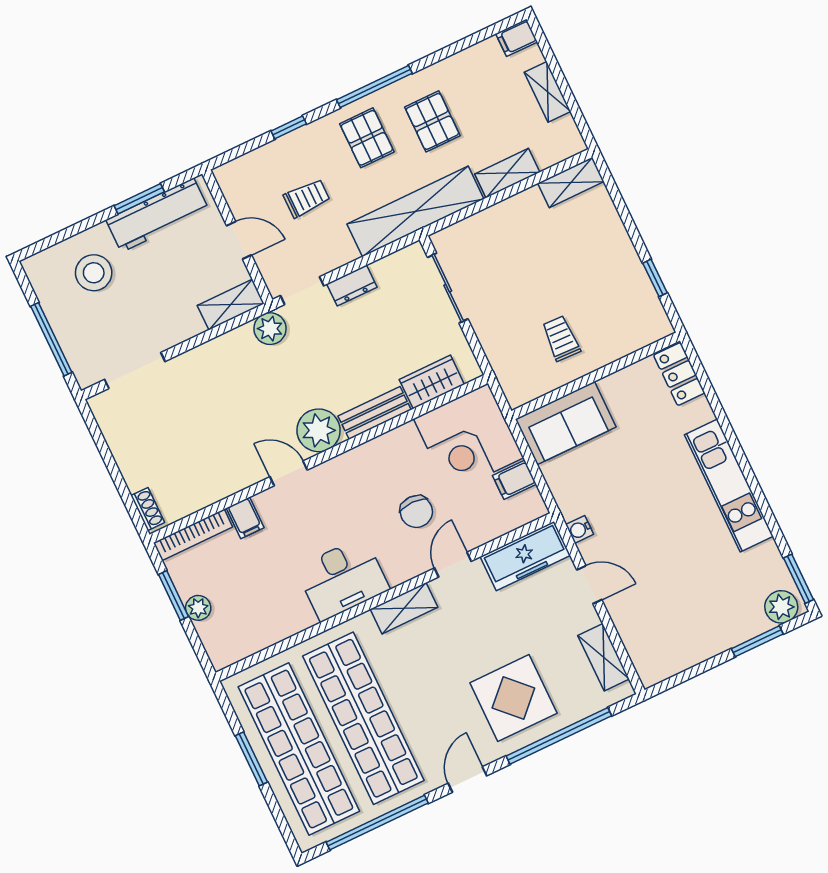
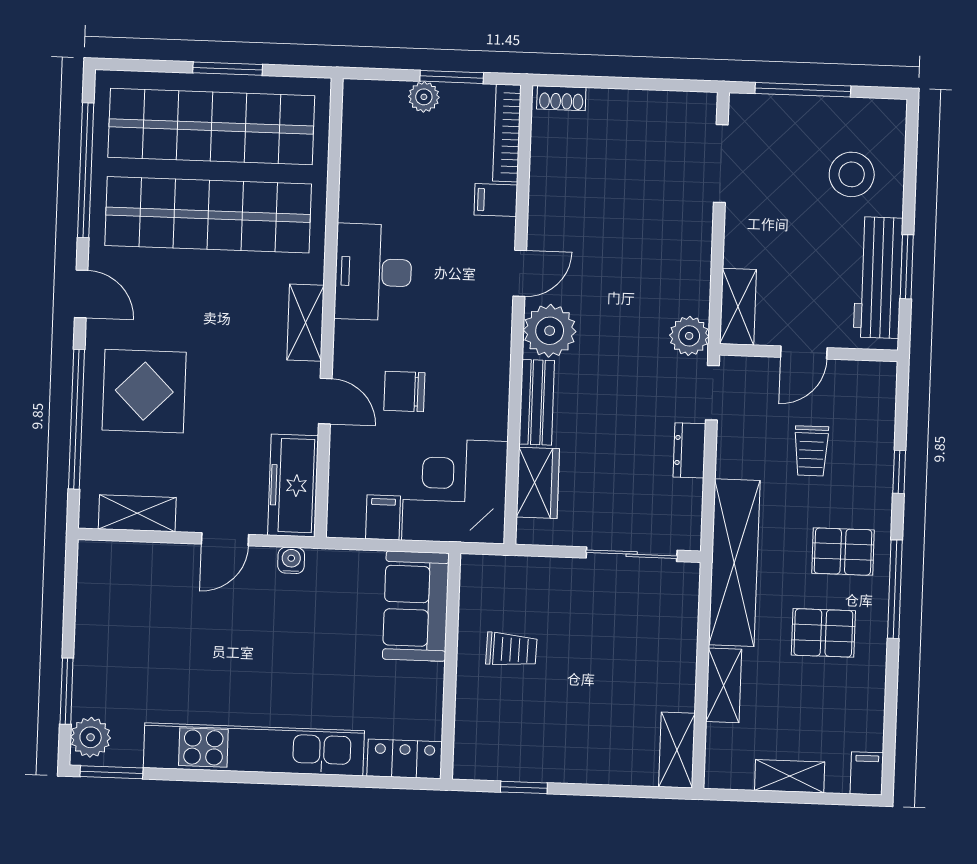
kitchen unit: (729, 485) -> (254, 749), width x1.36

